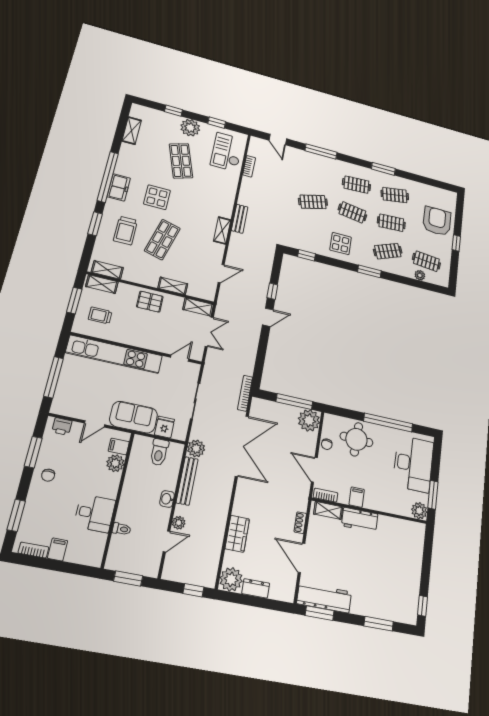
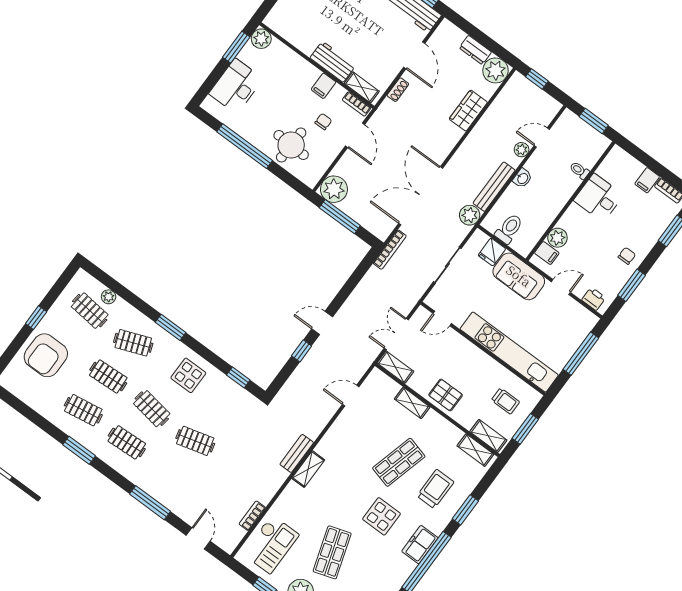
shelving: (222, 230) -> (308, 469), moved
chair: (327, 444) -> (323, 122), moved
desk: (413, 464) -> (236, 86), width x0.73, depth x0.77

